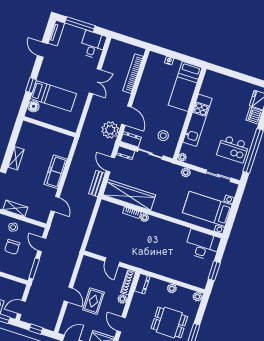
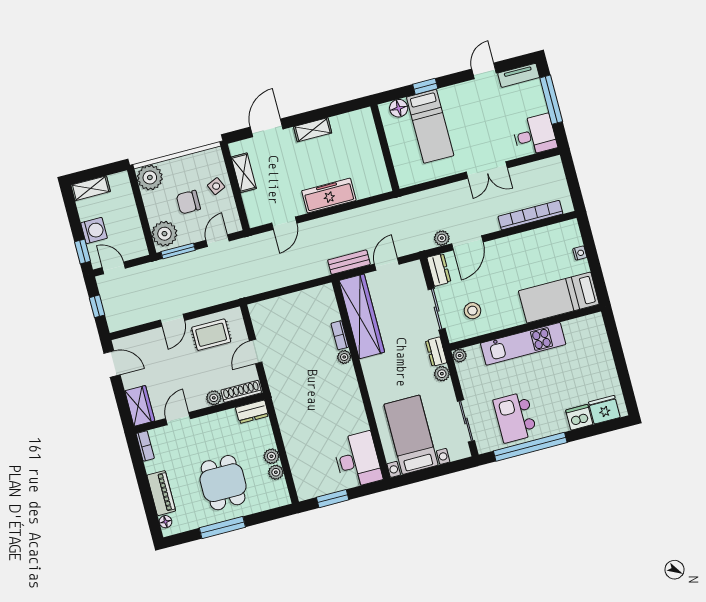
plant: (110, 130) -> (442, 238), width x0.53, depth x0.53
dresser: (125, 153) -> (436, 352), moved
plant: (21, 270) -> (164, 234), added
plant: (197, 297) -> (276, 472), moved
rug: (93, 301) -> (211, 335), moved

